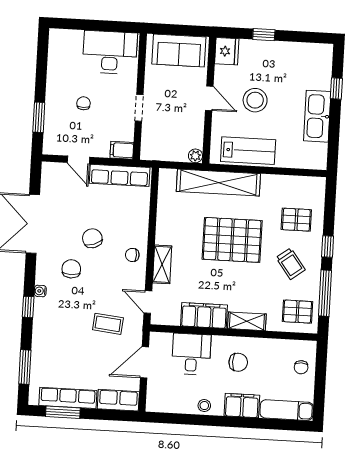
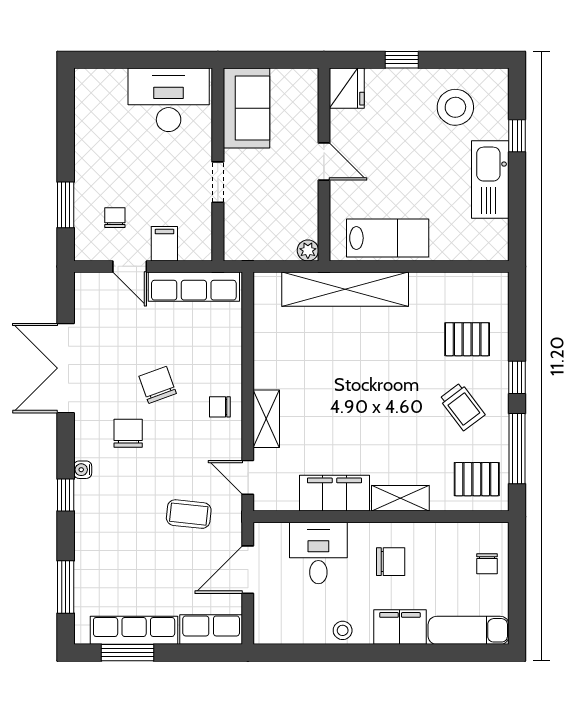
sofa: (179, 50) -> (247, 108), moved, turned -90
stool: (255, 100) -> (455, 107), moved
chair: (83, 103) -> (115, 218), moved
filing cabinet: (122, 150) -> (164, 244), moved, turned 90
pallet: (232, 240) -> (371, 375), removed

